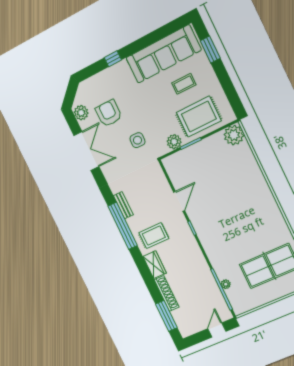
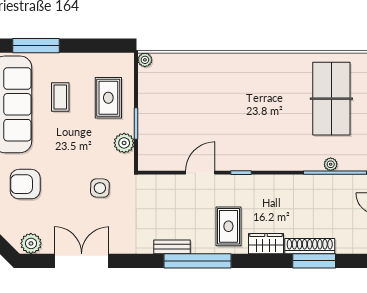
window: (210, 50) -> (36, 46), width x1.44
armchair: (109, 113) -> (25, 184), moved
rug: (199, 117) -> (108, 98), width x0.73, depth x0.70
plant: (234, 135) -> (145, 60), width x0.53, depth x0.53
door: (179, 201) -> (200, 173), hinge flipped
window: (166, 316) -> (314, 261), moved

